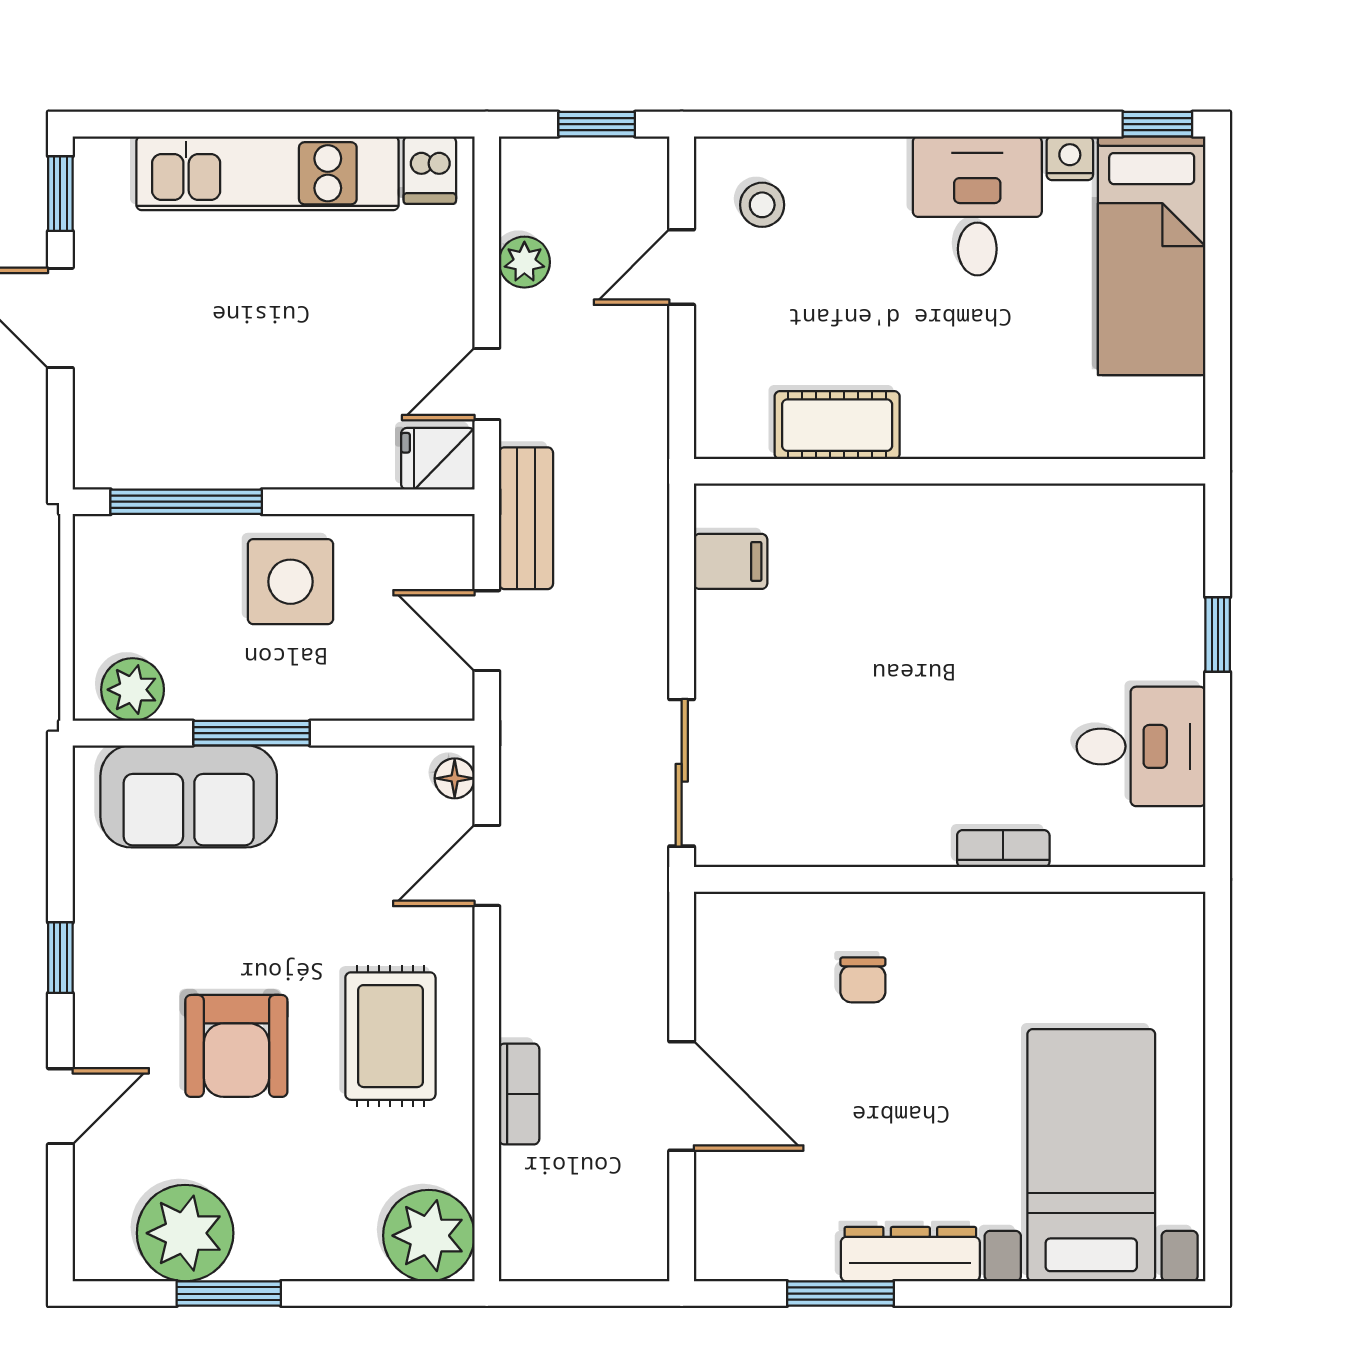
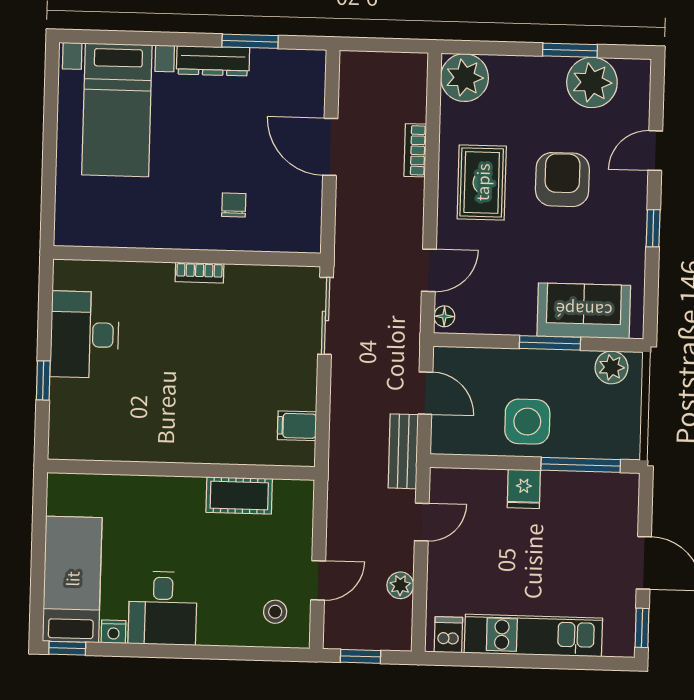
fridge: (438, 459) -> (524, 489), moved, turned 90
desk: (1141, 746) -> (85, 335), width x1.37
bookcase: (1003, 849) -> (199, 273), moved

